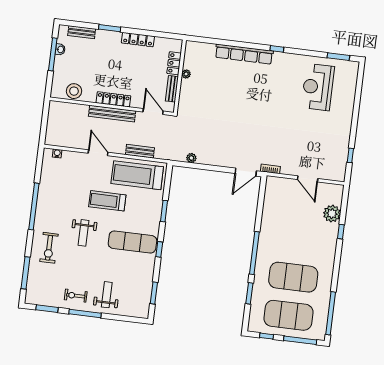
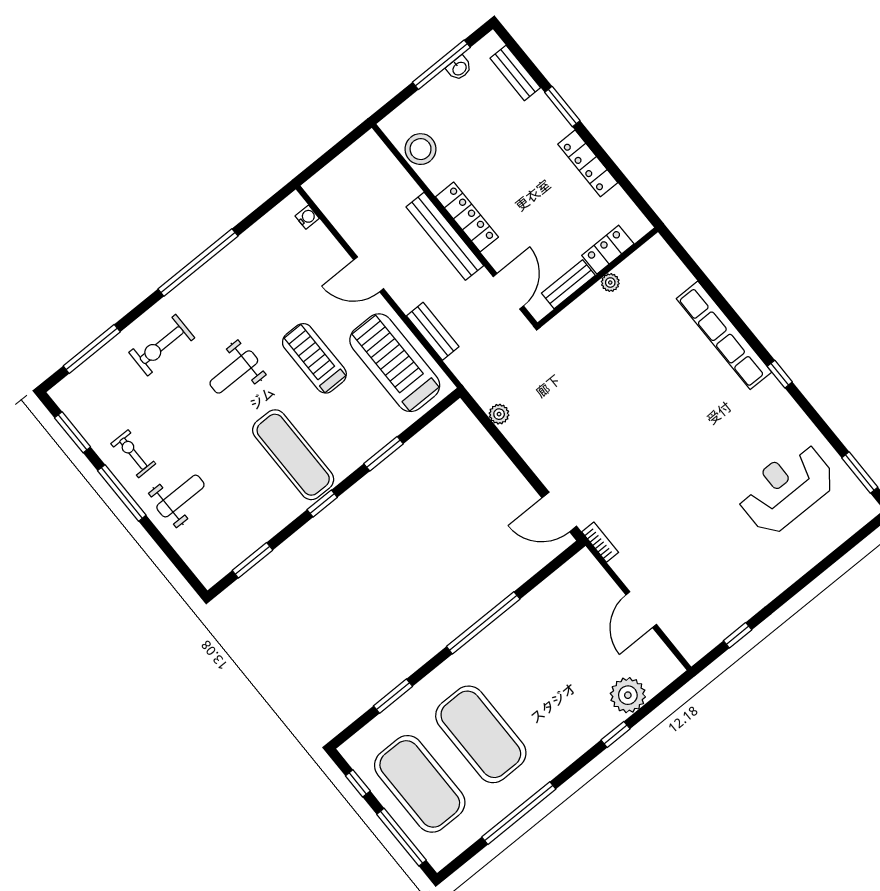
door: (98, 153) -> (369, 274), swing flipped
window: (254, 253) -> (483, 623), moved
window: (331, 313) -> (519, 813), moved

